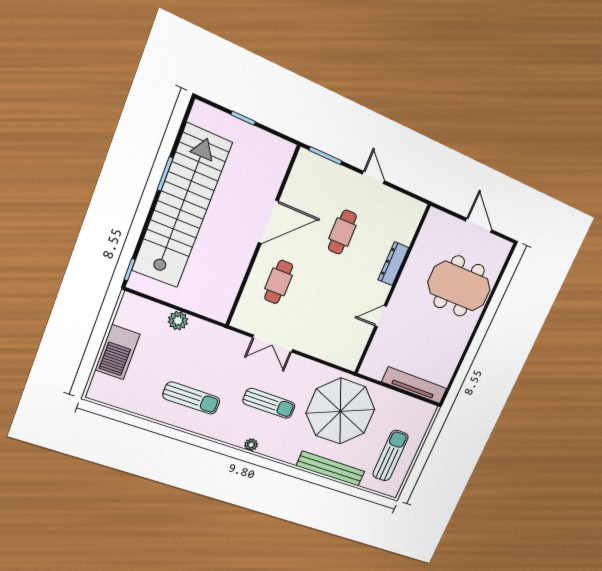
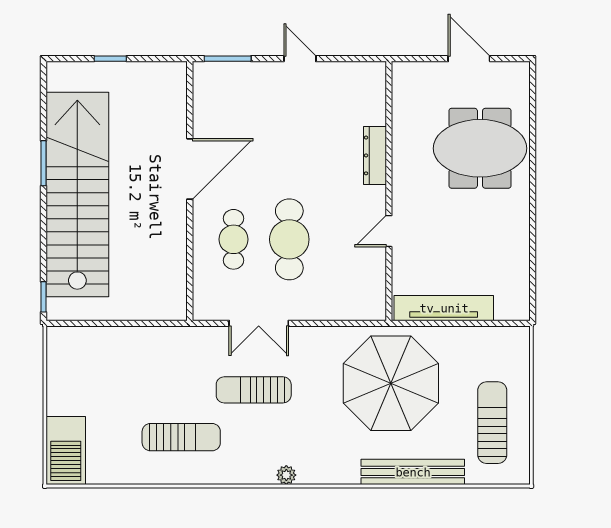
cafe table: (342, 232) -> (289, 239), moved, width x1.37, depth x1.35
plant: (178, 321) -> (126, 339), removed
barbecue: (117, 352) -> (66, 451), moved
tv unit: (414, 385) -> (444, 308), moved
sun lounger: (269, 403) -> (254, 390), moved, turned 180

